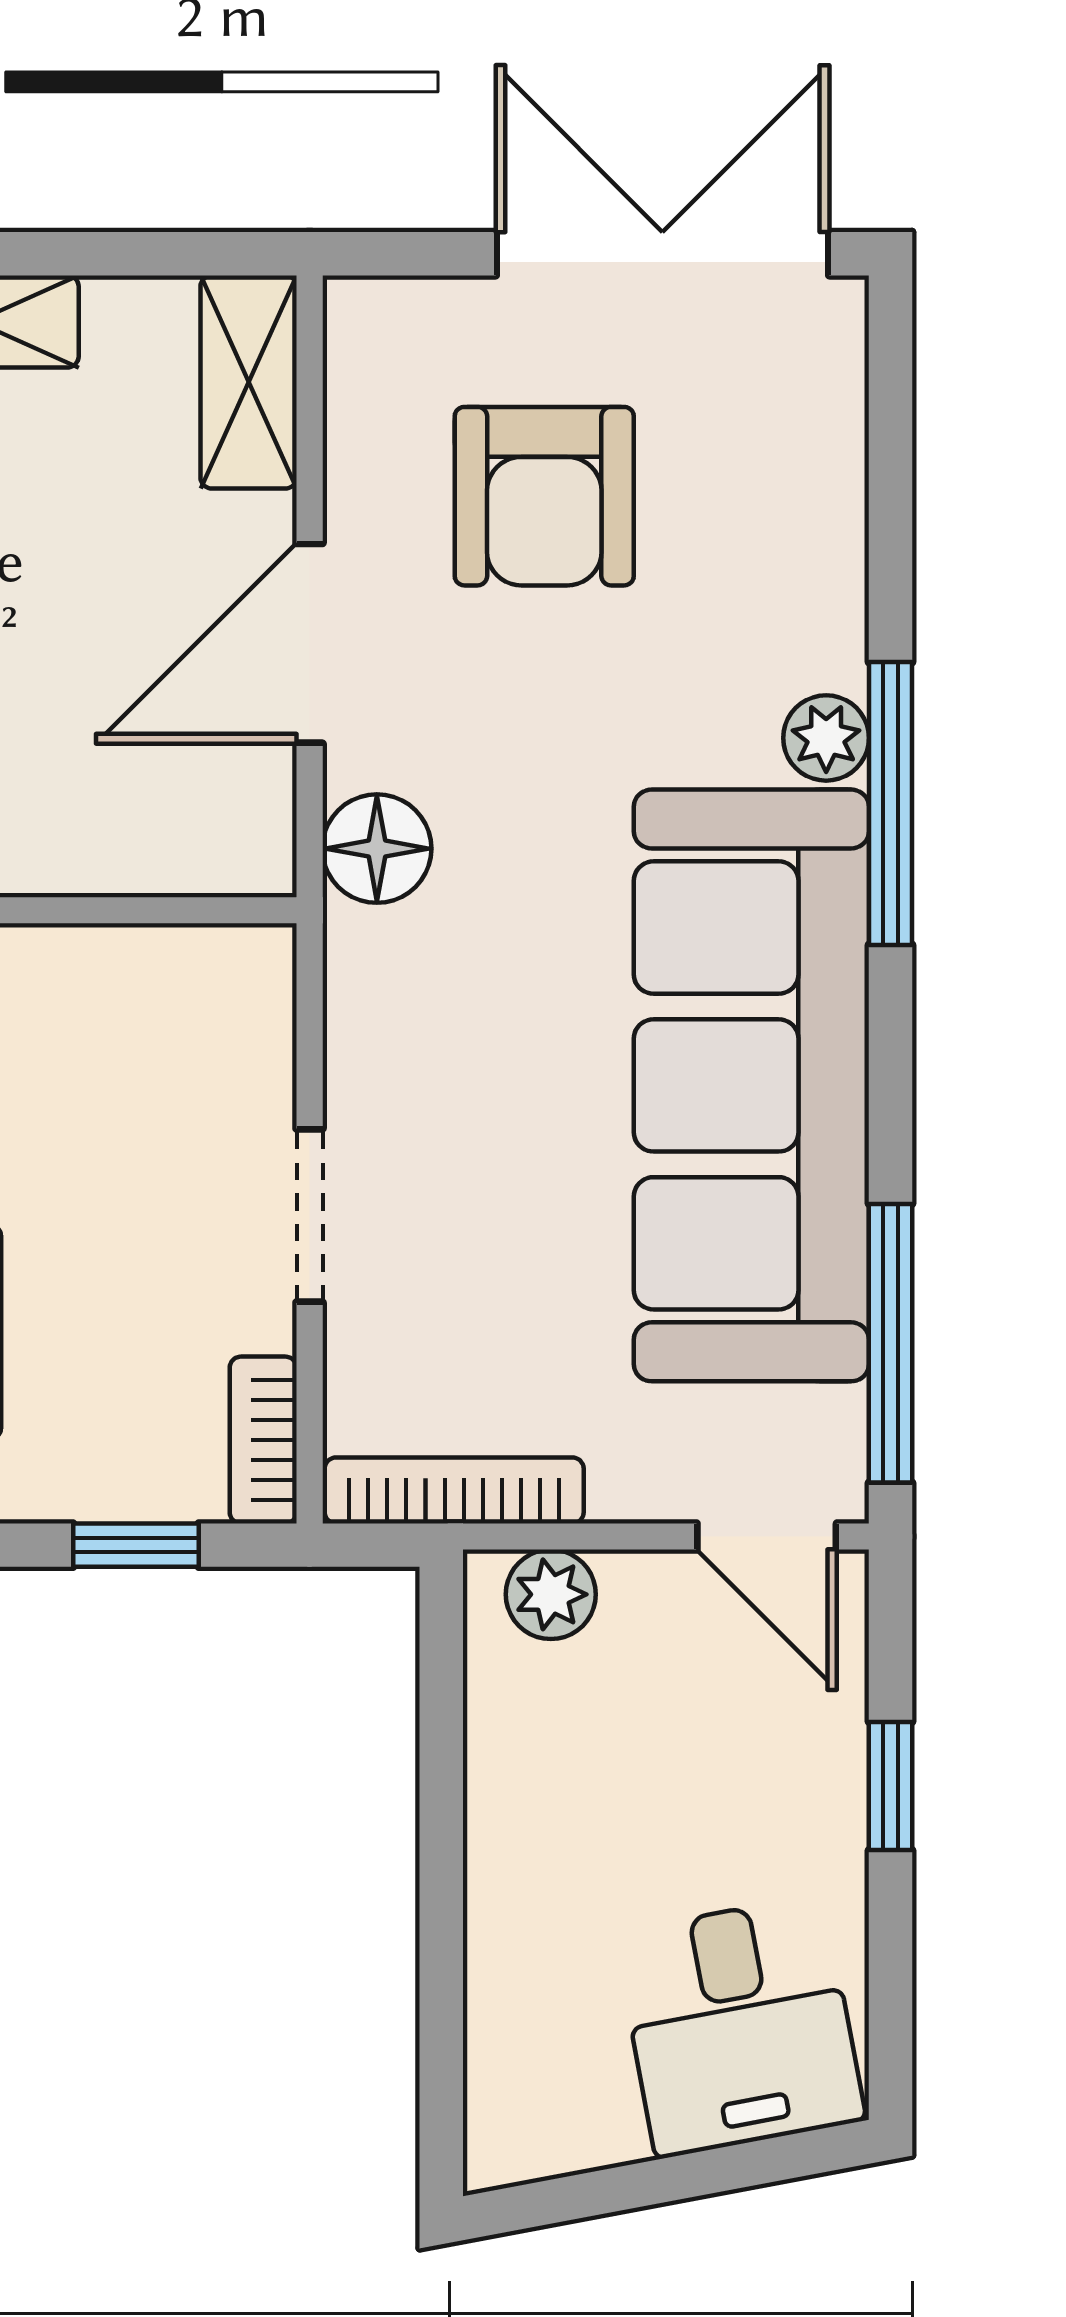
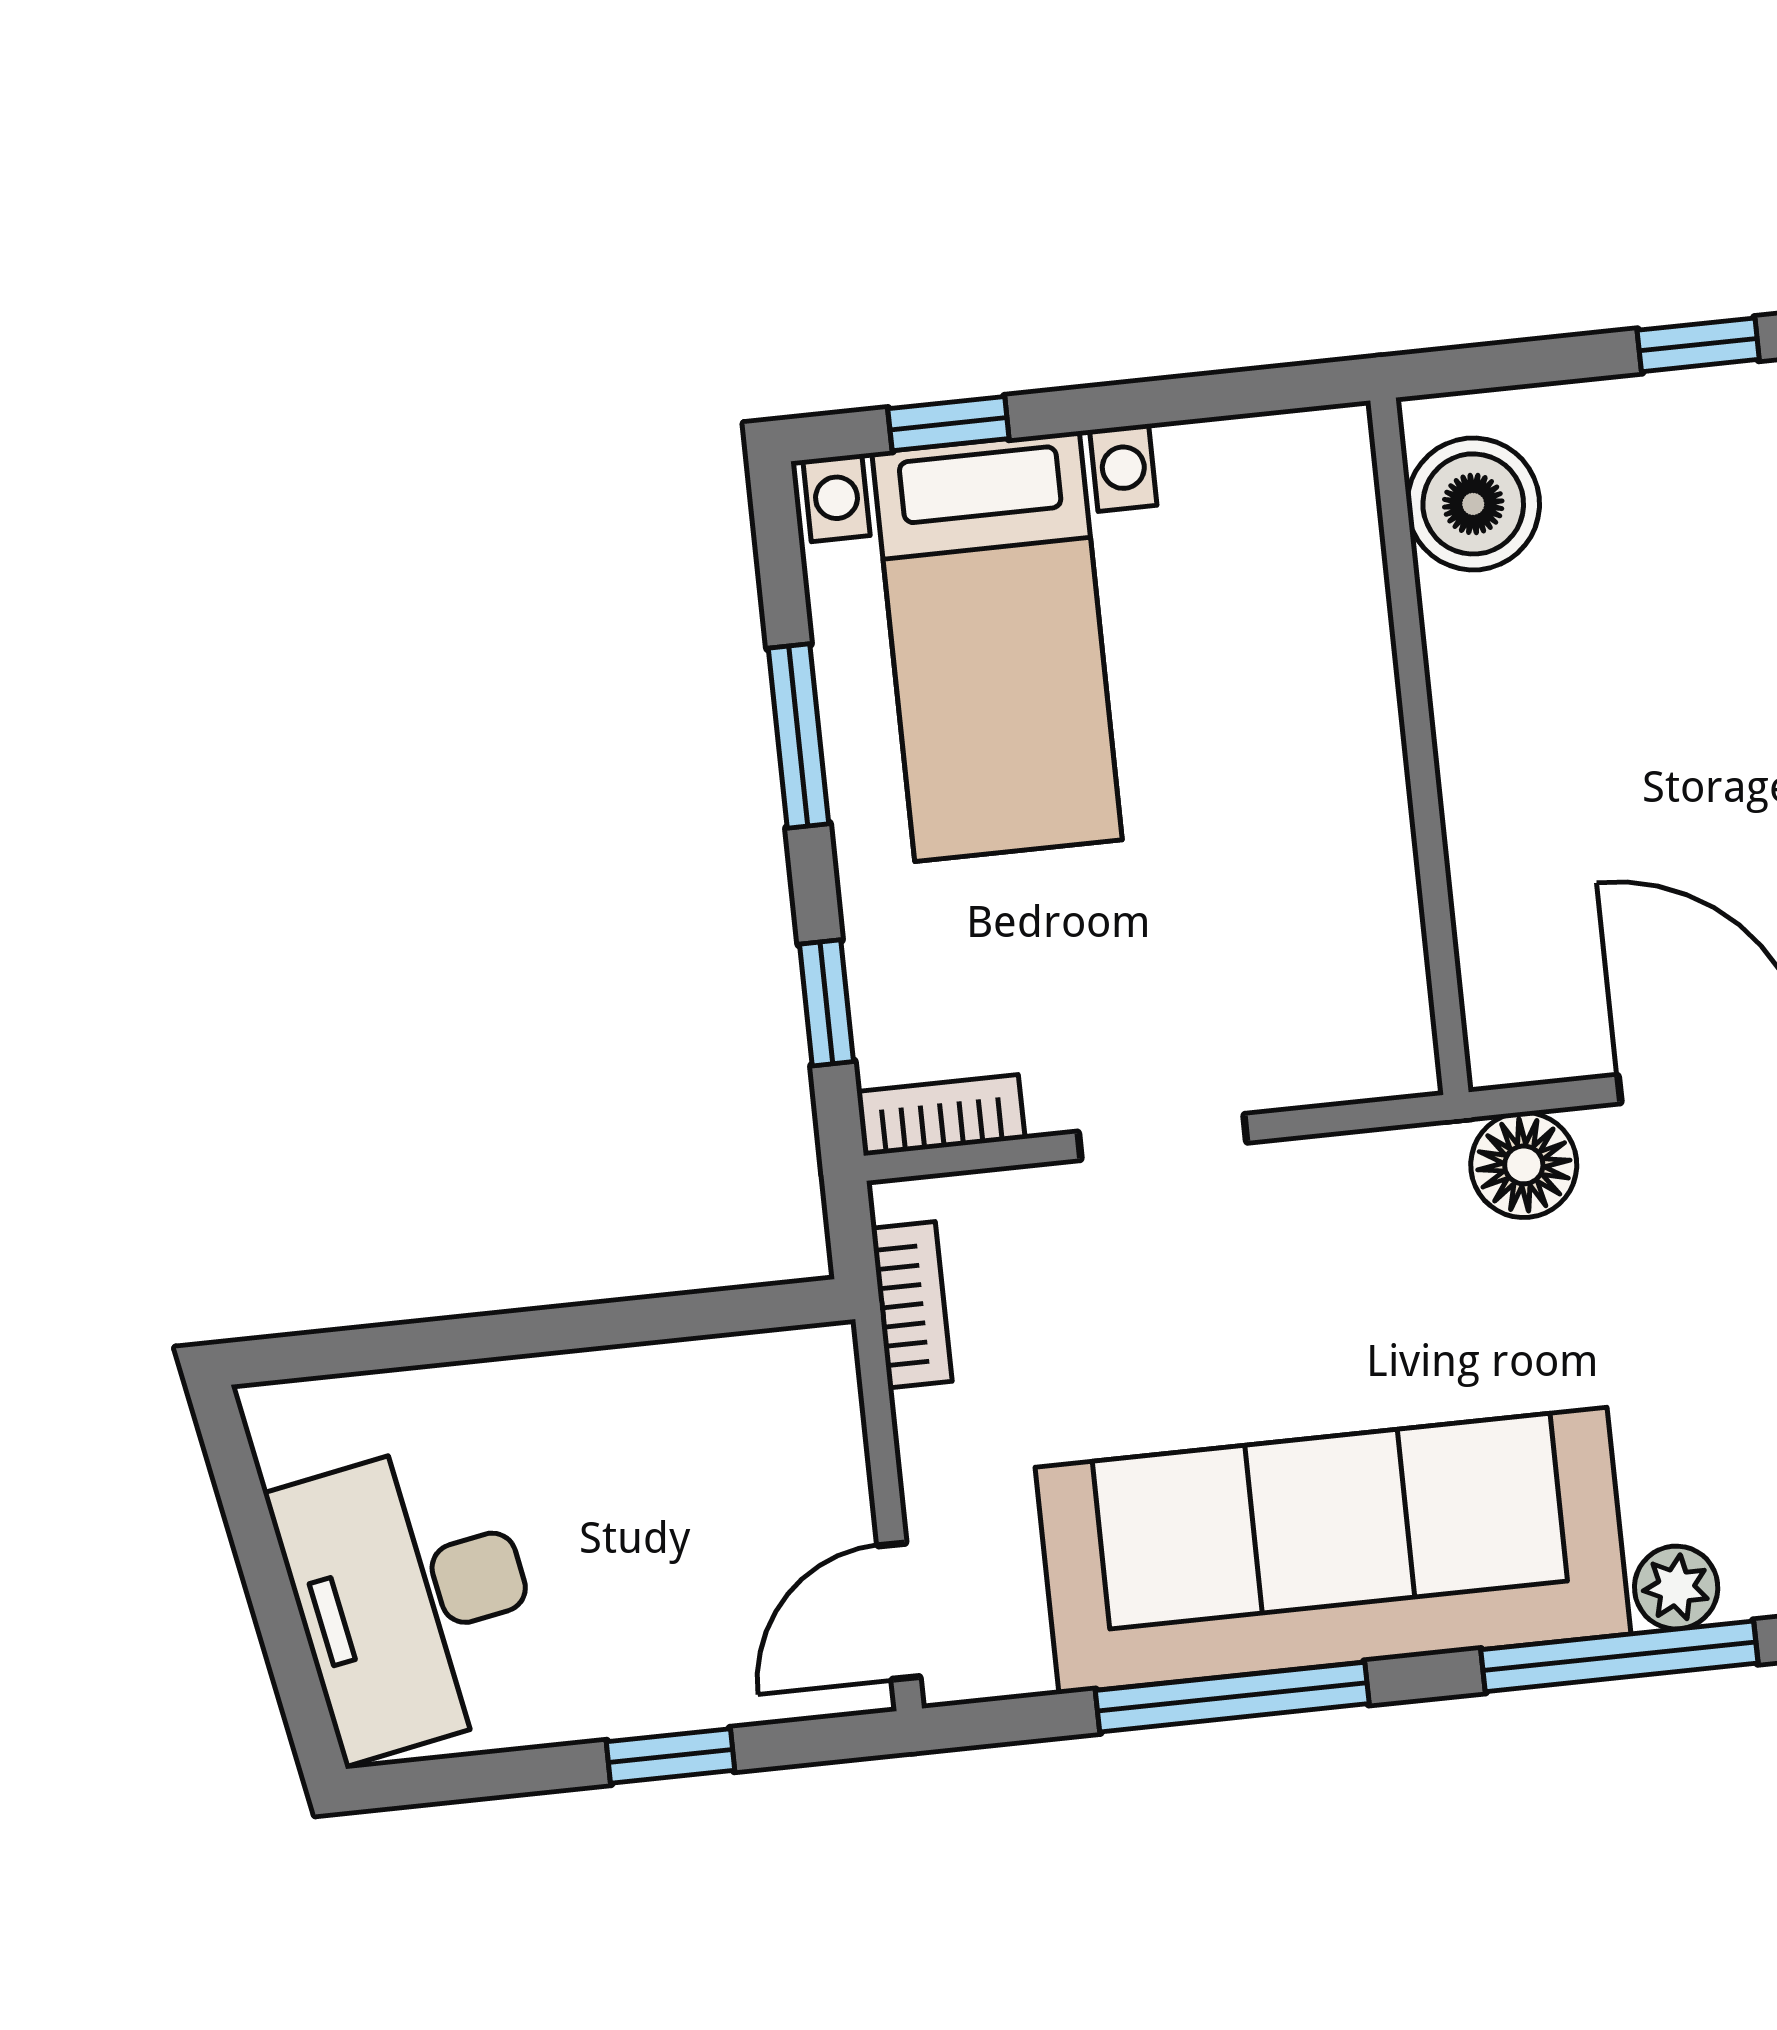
window: (890, 1343) -> (1232, 1697), moved
bookcase: (454, 1490) -> (912, 1305), width x0.64
plant: (551, 1594) -> (821, 1409), removed
desk: (740, 2026) -> (412, 1598), width x1.37

